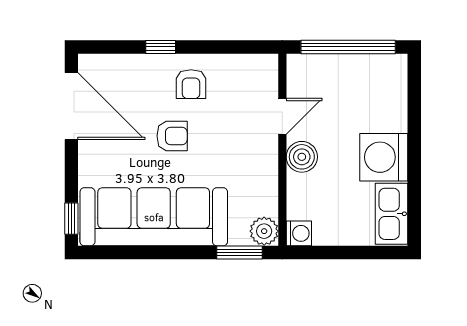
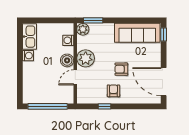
window: (161, 47) -> (105, 106), moved
washing machine: (384, 157) -> (28, 56), width x0.53, depth x0.53
plant: (258, 162) -> (86, 58), added
sofa: (154, 217) -> (137, 33), width x0.74, depth x0.79
washing machine: (299, 233) -> (68, 40), moved

